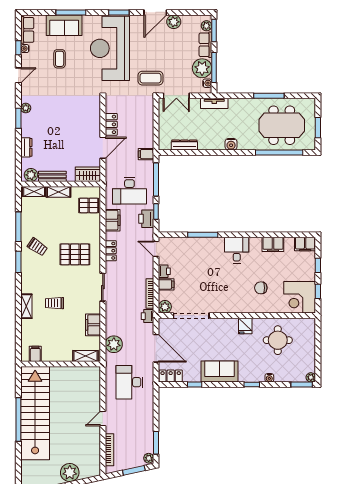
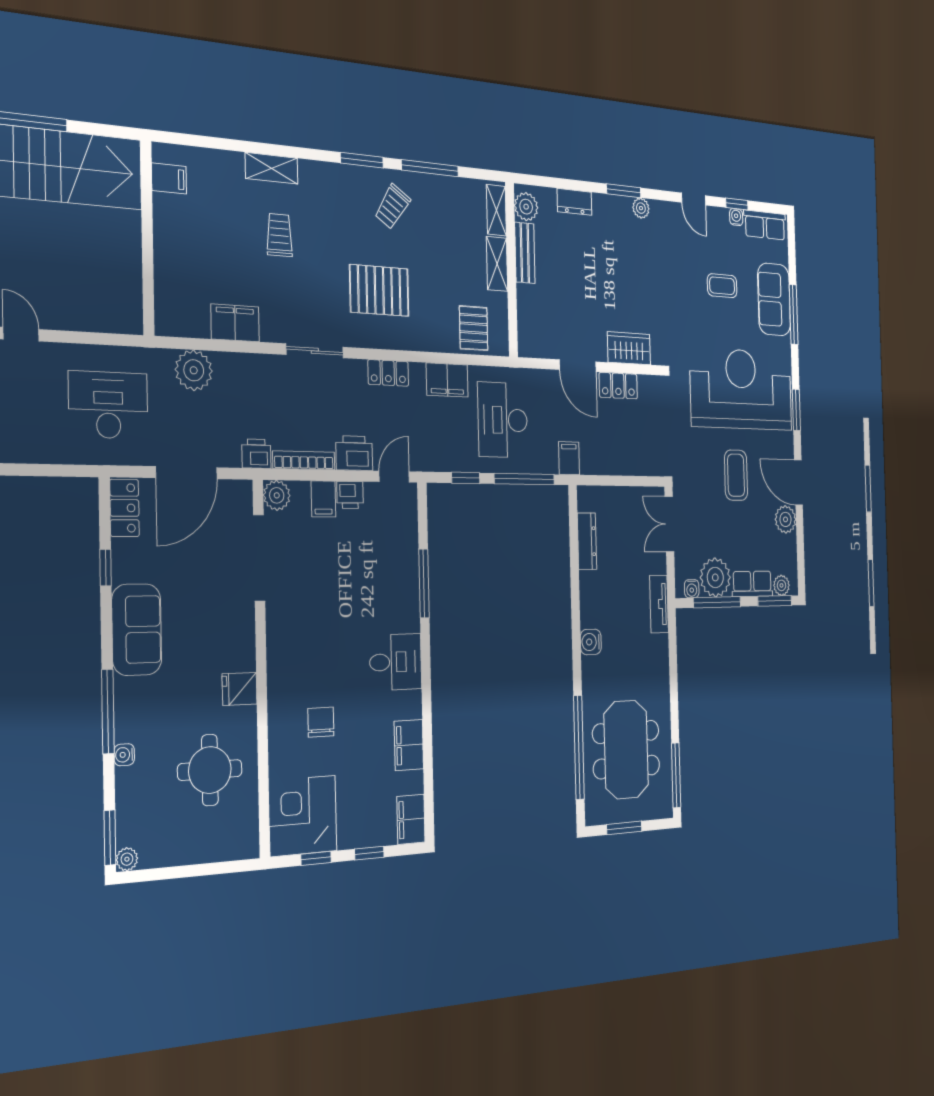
coffee table: (151, 78) -> (736, 475), moved
window: (269, 96) -> (676, 775), moved
wardrobe: (88, 174) -> (629, 348), moved, turned -90
printer: (146, 219) -> (354, 453), moved
pallet: (75, 254) -> (379, 290), turned 90
shelving: (85, 356) -> (167, 300), removed
window: (252, 385) -> (108, 711), width x2.17

